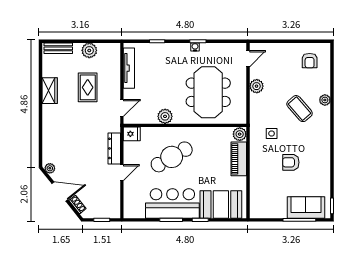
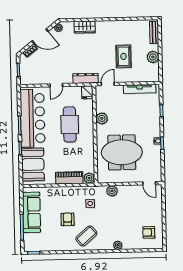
plant: (257, 86) -> (112, 191), moved
rug: (88, 87) -> (123, 56), turned 90
wardrobe: (50, 91) -> (85, 27), moved
door: (122, 108) -> (108, 84), swing flipped
coffee table: (300, 109) -> (86, 236), moved
dresser: (114, 148) -> (85, 78), moved
cafe table: (172, 157) -> (70, 124), turned 30
door: (122, 173) -> (56, 85), hinge flipped
door: (60, 192) -> (40, 36), hinge flipped
bar counter: (172, 203) -> (33, 118), width x1.36
sofa: (306, 207) -> (31, 212), moved, width x1.36

